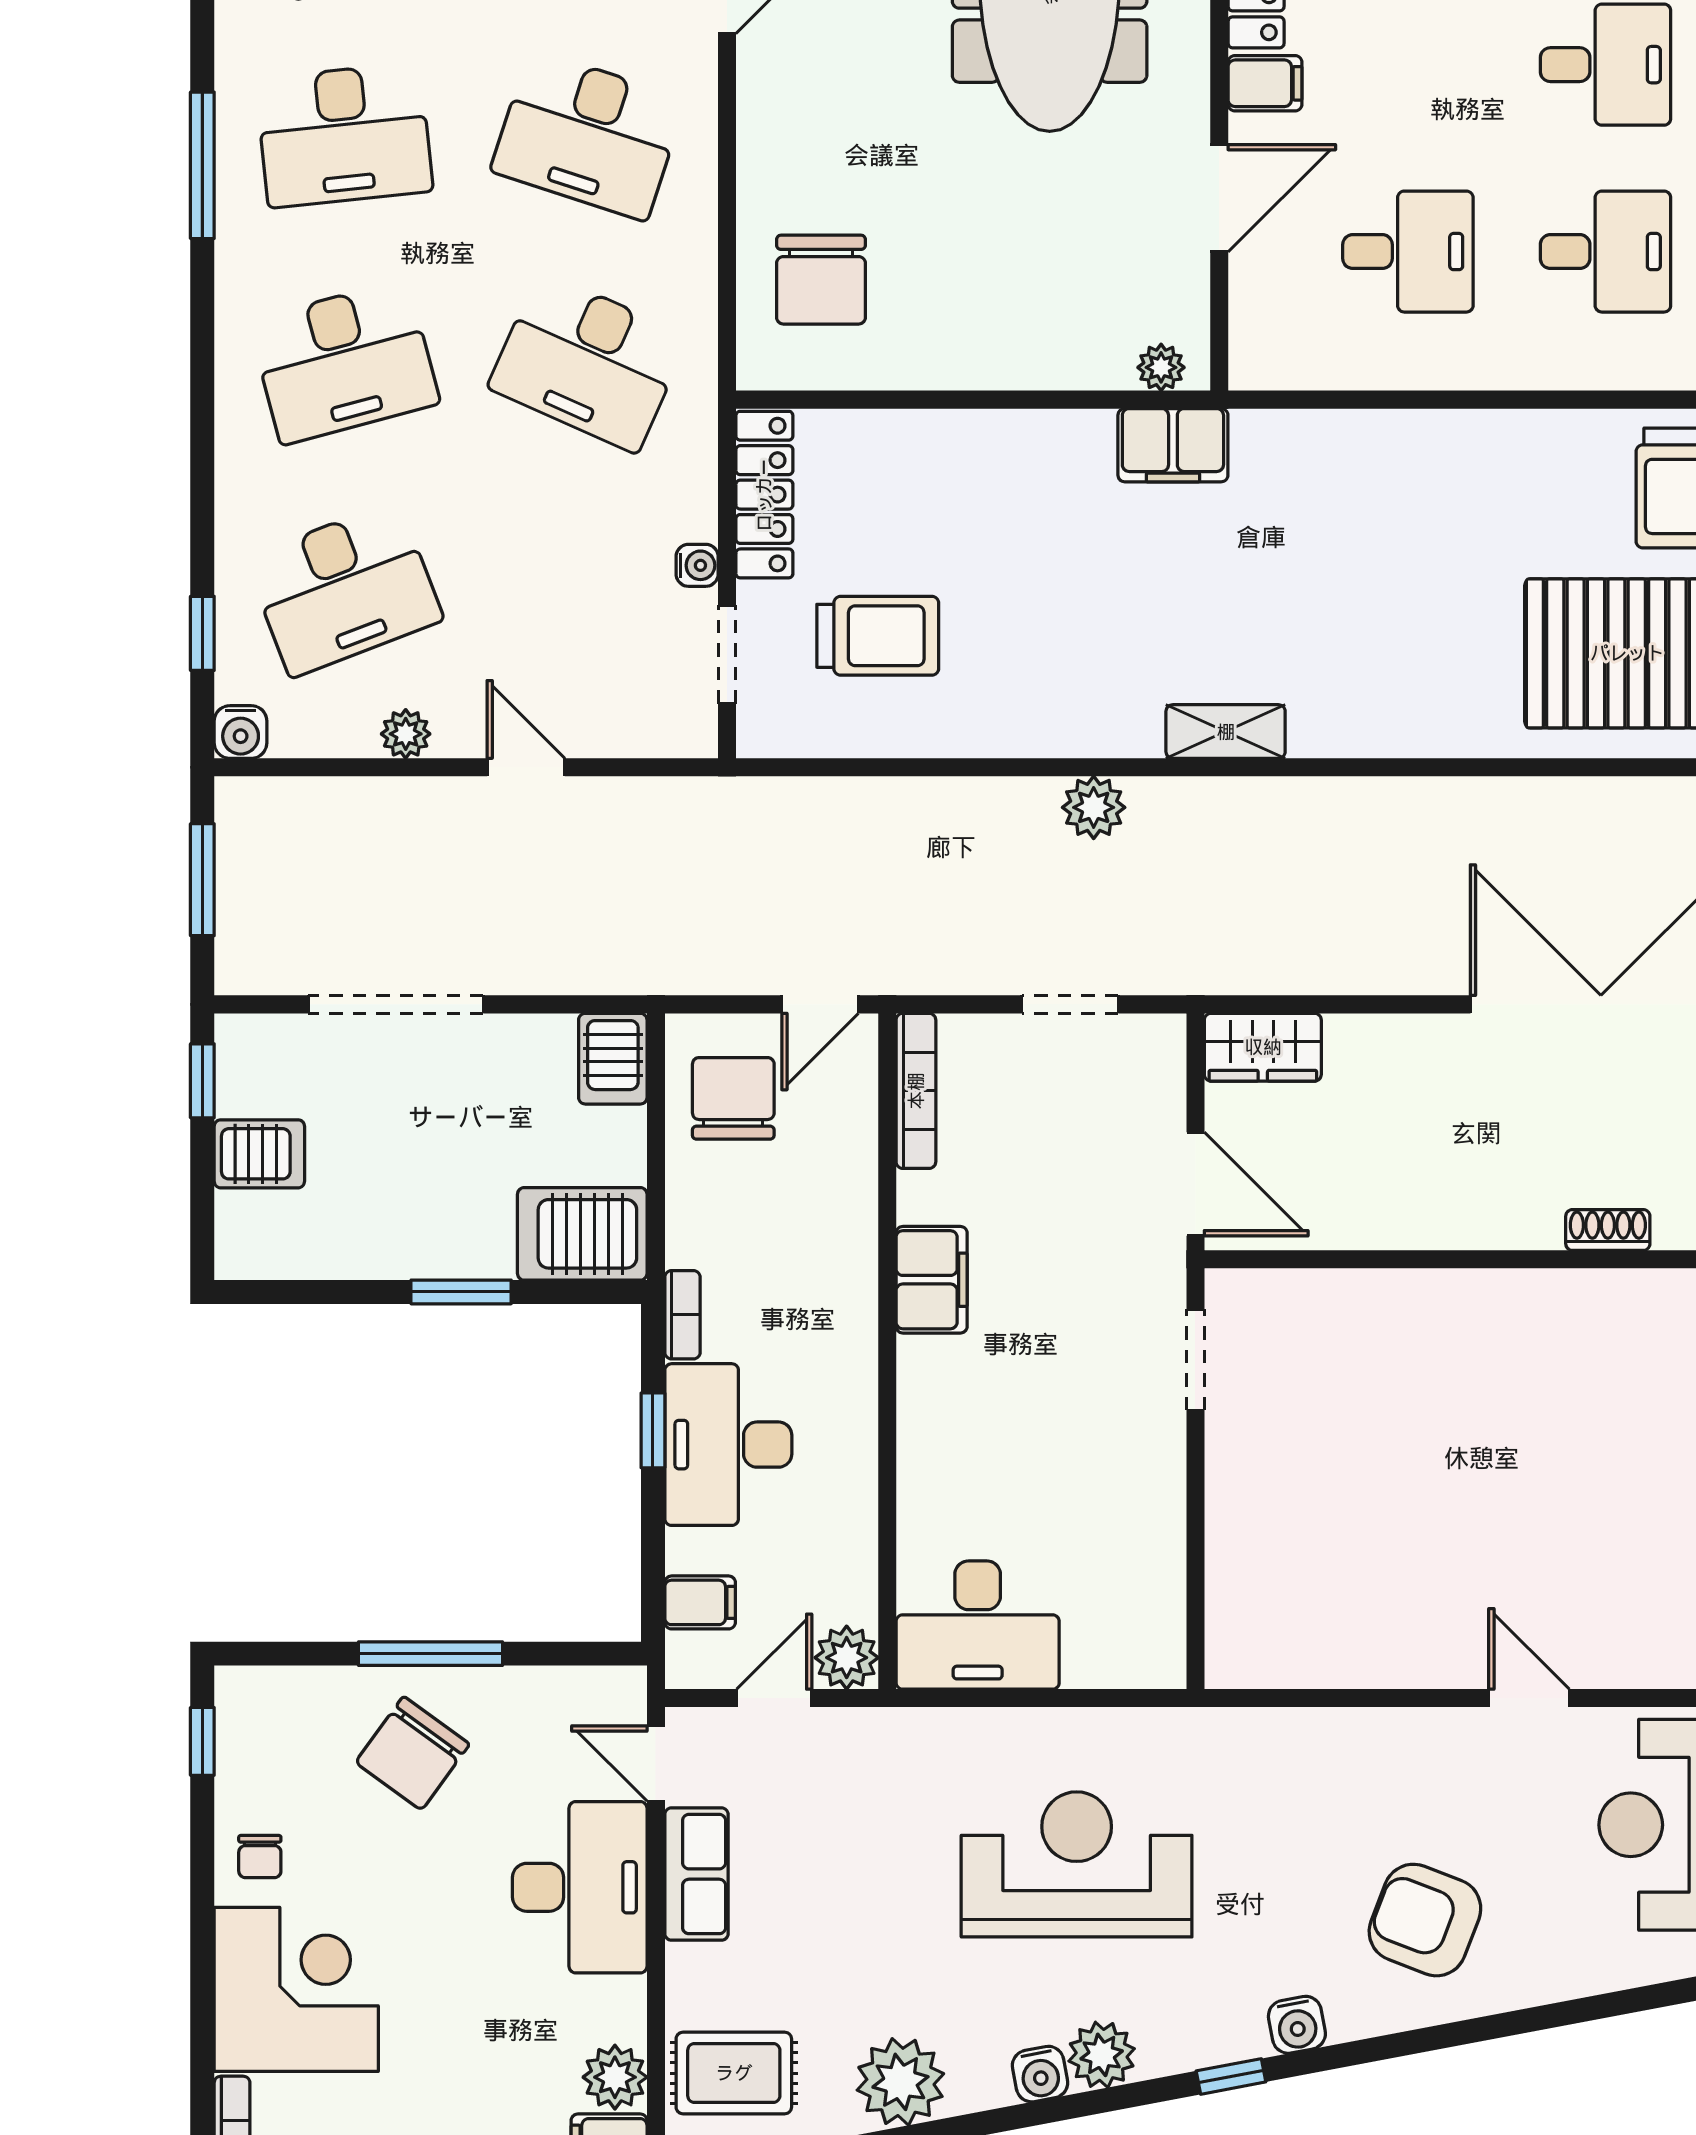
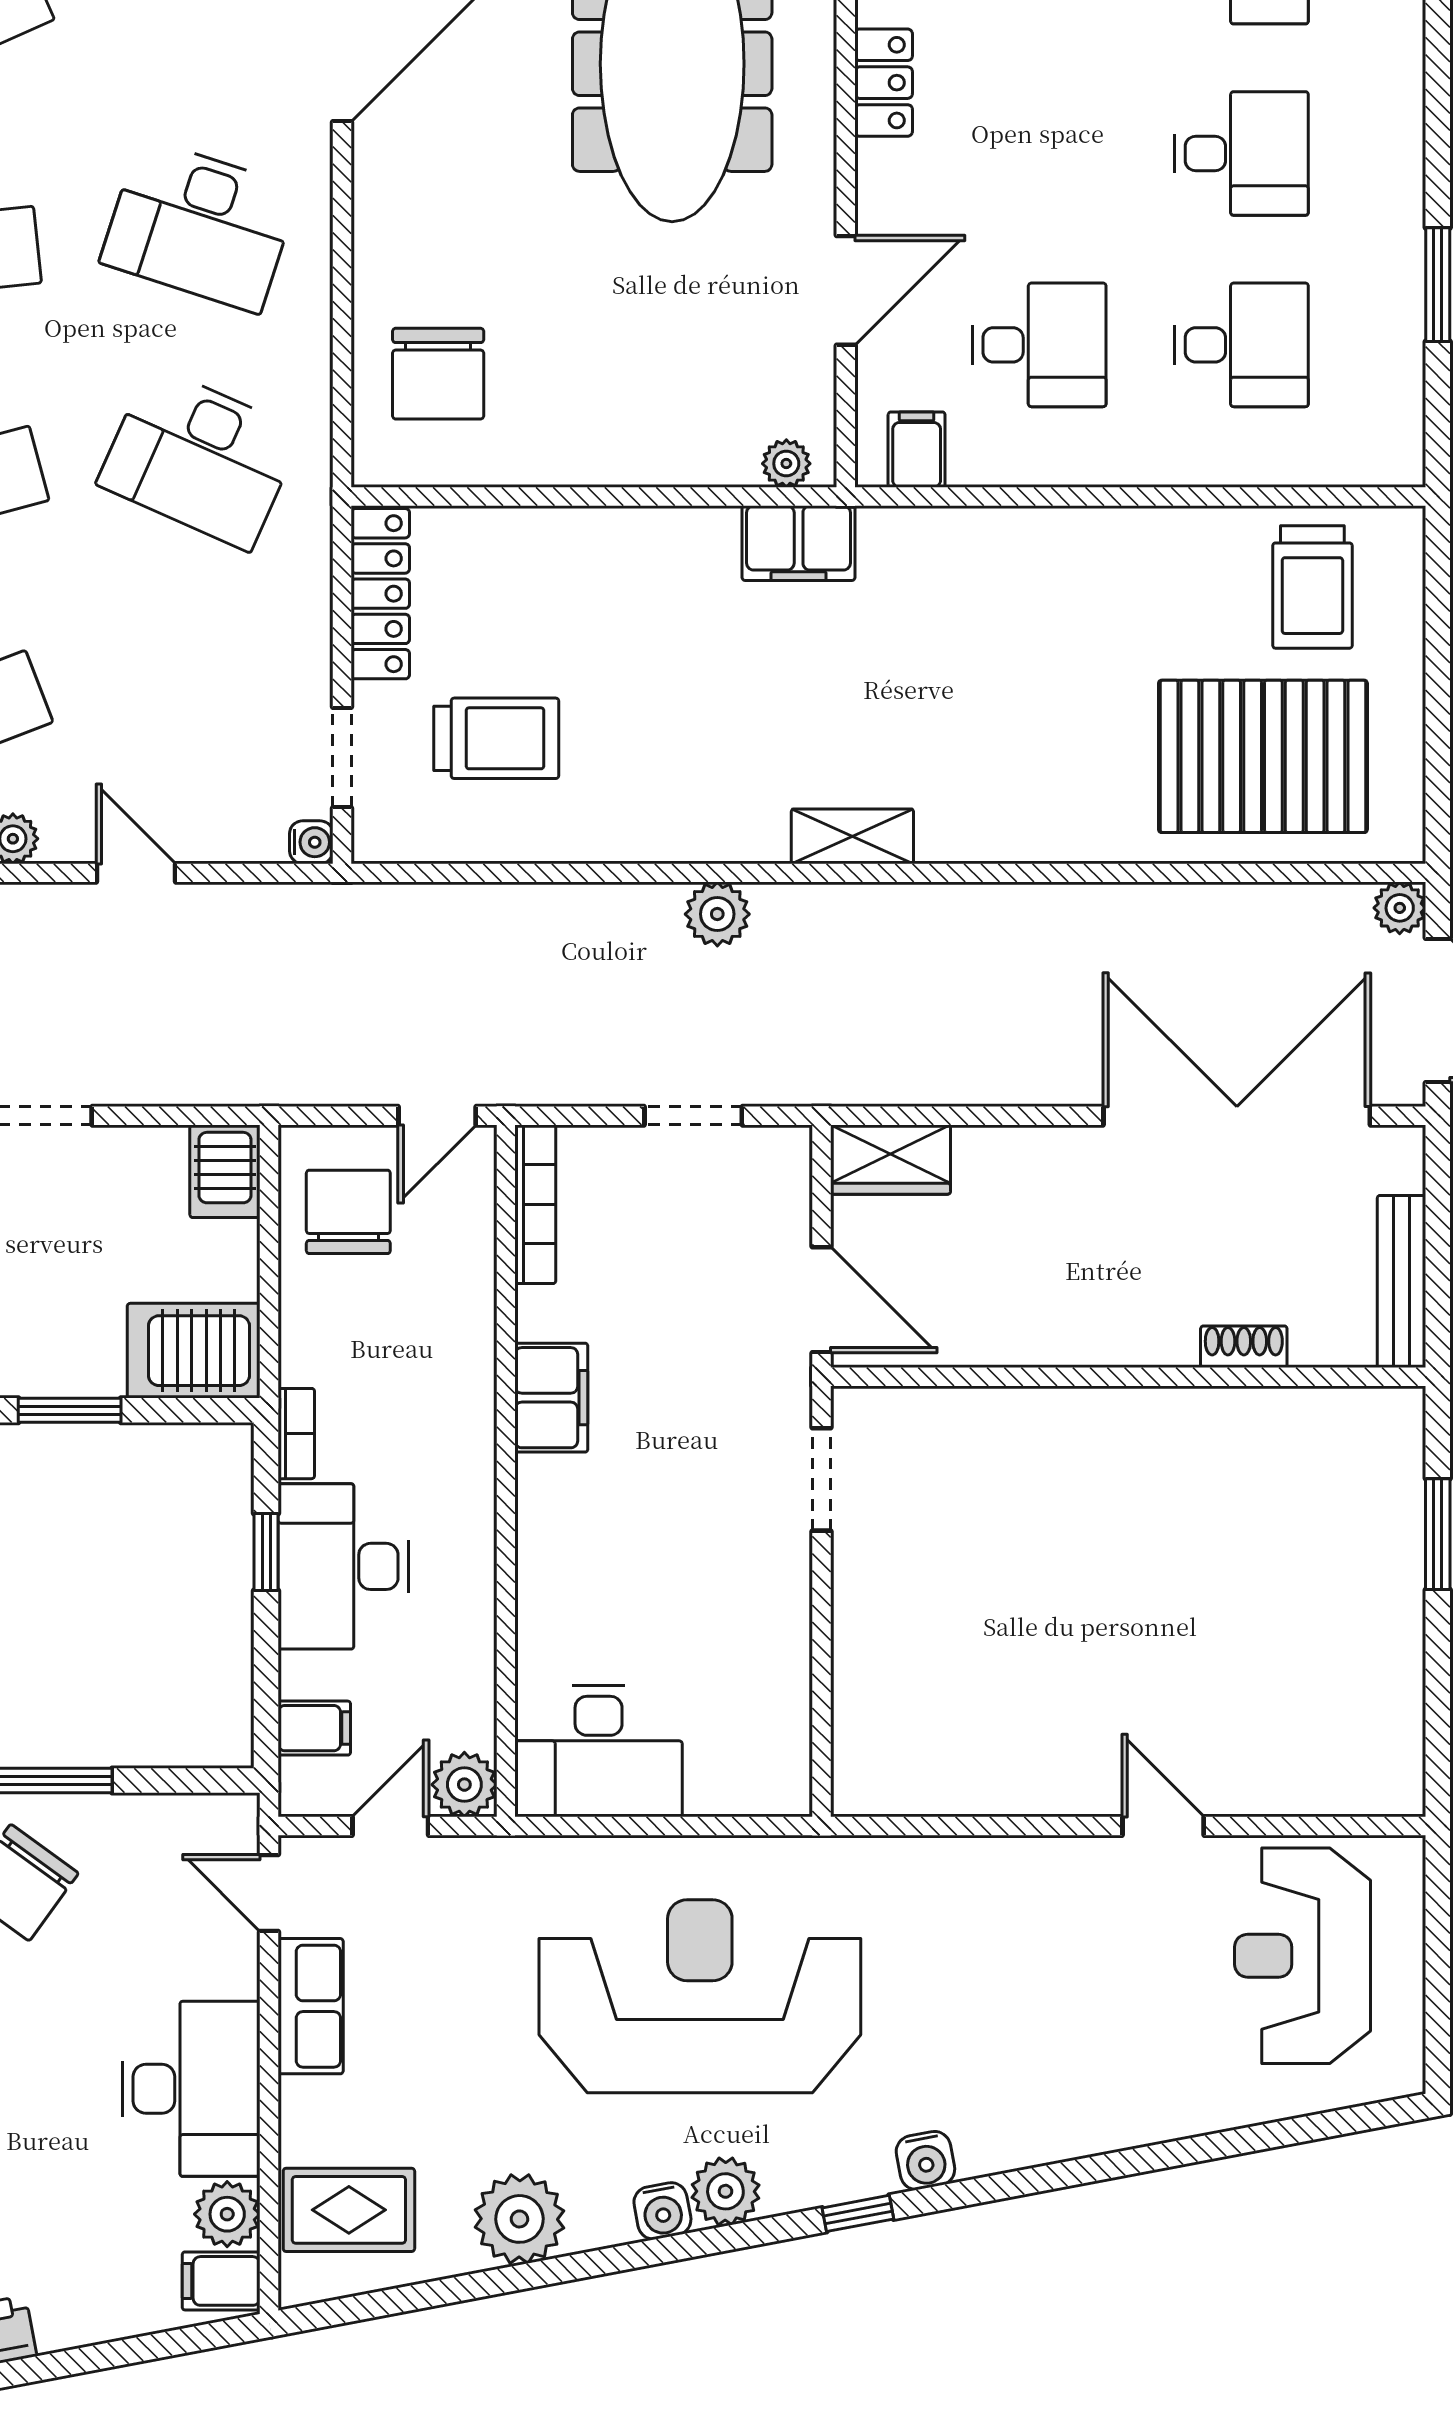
filing cabinet: (1265, 83) -> (917, 450), moved, turned -90
water cooler: (697, 565) -> (311, 842), moved
reception desk: (1077, 1864) -> (700, 1996), width x1.36, depth x1.30
desk: (580, 1887) -> (191, 2089), moved
armchair: (1425, 1920) -> (1057, 2053), removed

